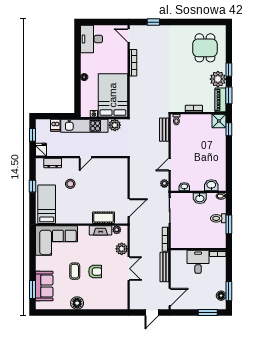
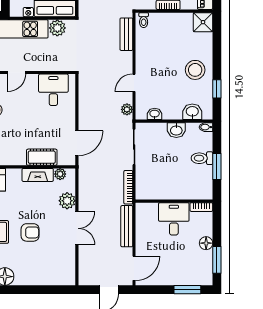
window: (229, 129) -> (217, 89), moved
stool: (213, 155) -> (195, 70), added
desk: (112, 169) -> (53, 90), added
floor lamp: (221, 296) -> (206, 243), moved

